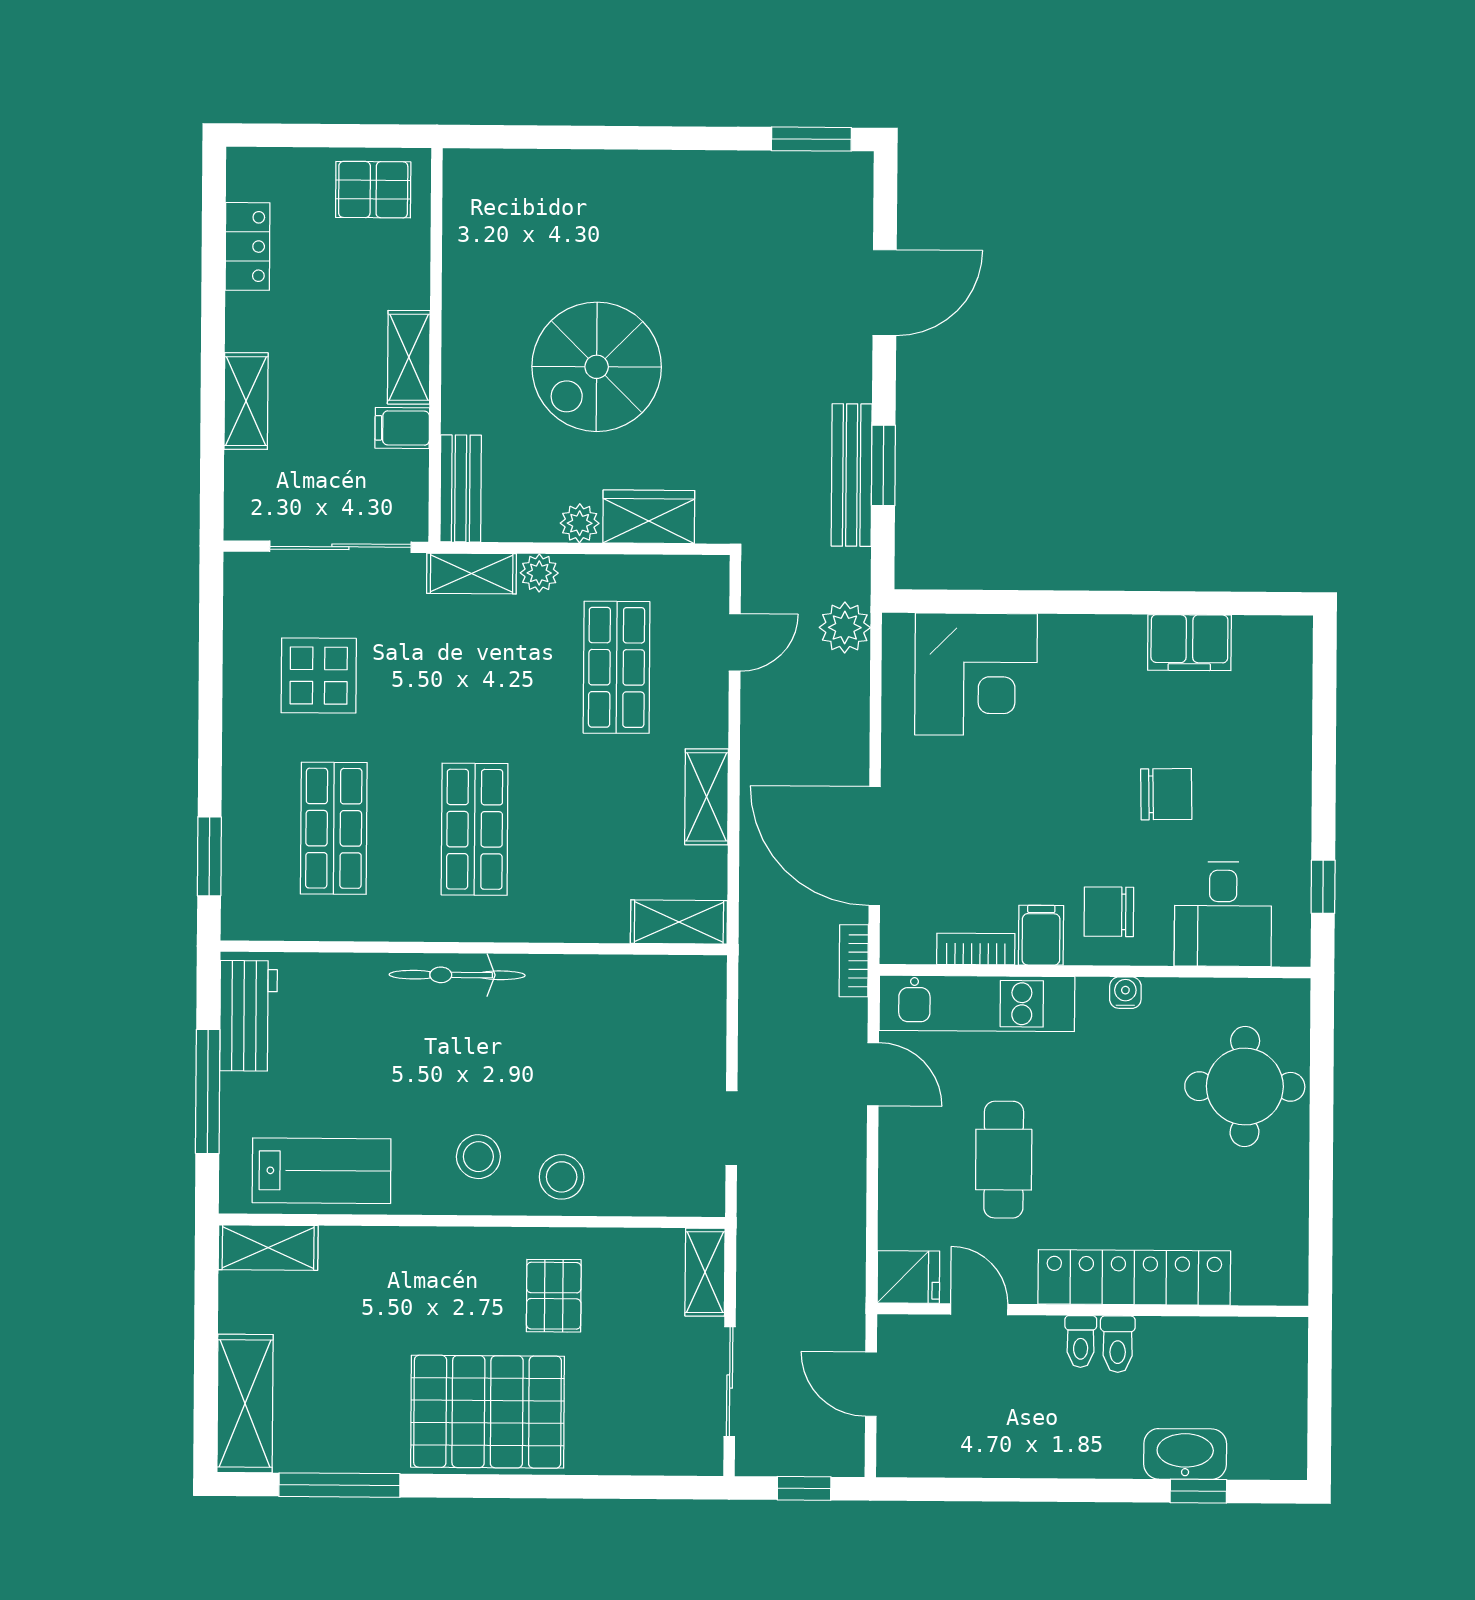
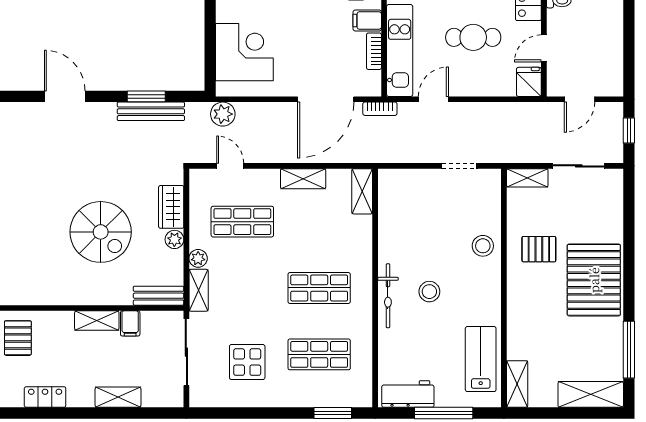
stool: (478, 1157) -> (429, 292), moved

